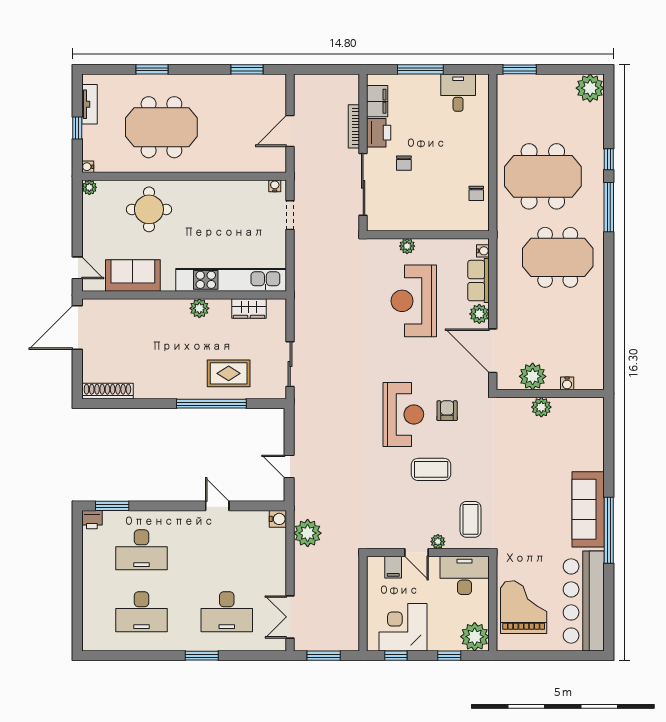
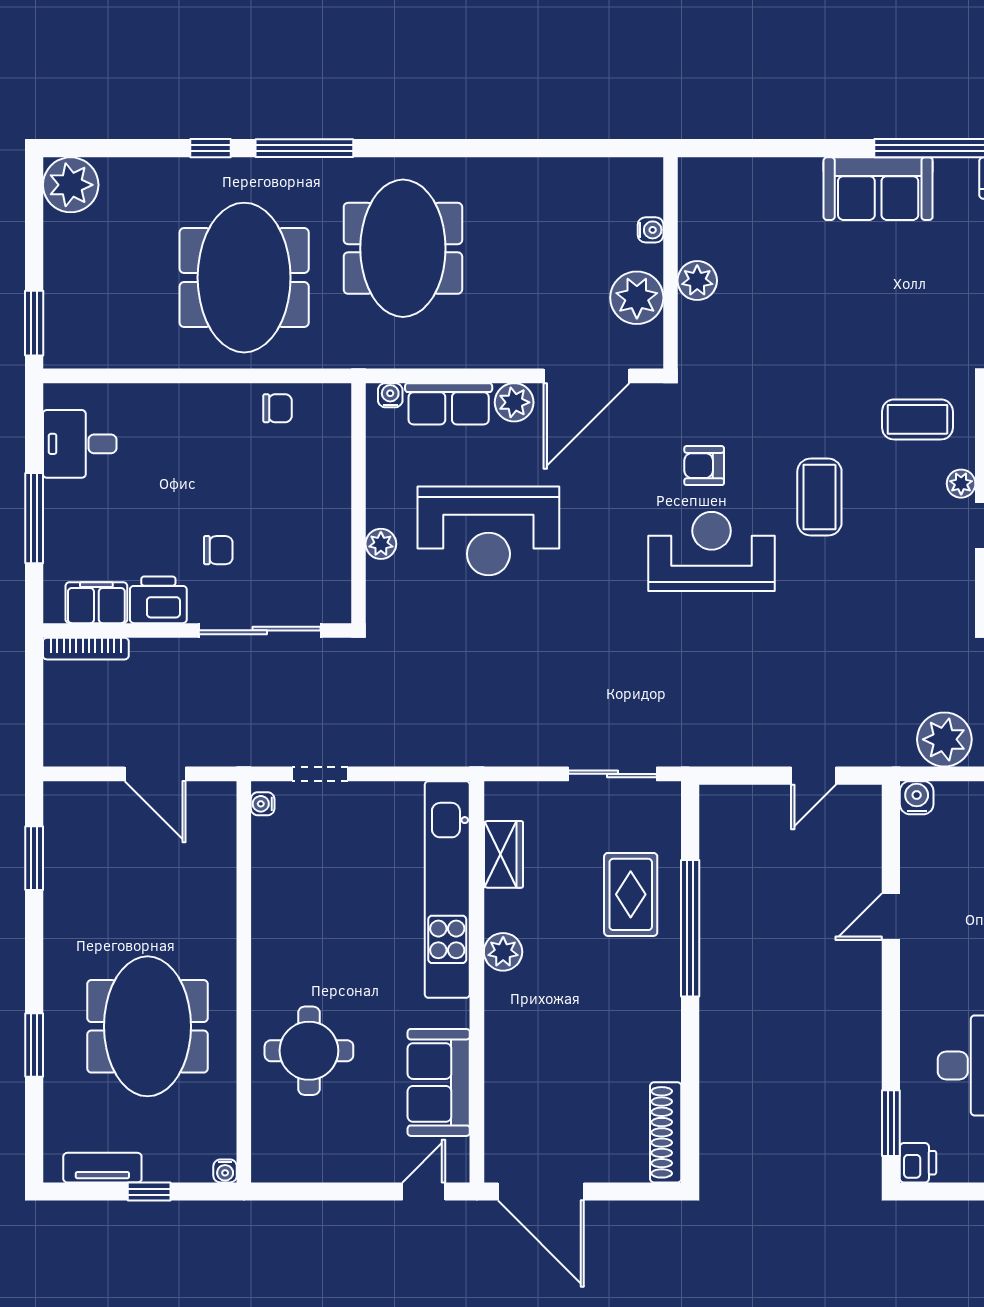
bookcase: (354, 126) -> (86, 649), moved
plant: (89, 187) -> (266, 1168), removed
sofa: (588, 509) -> (878, 189), width x0.73

